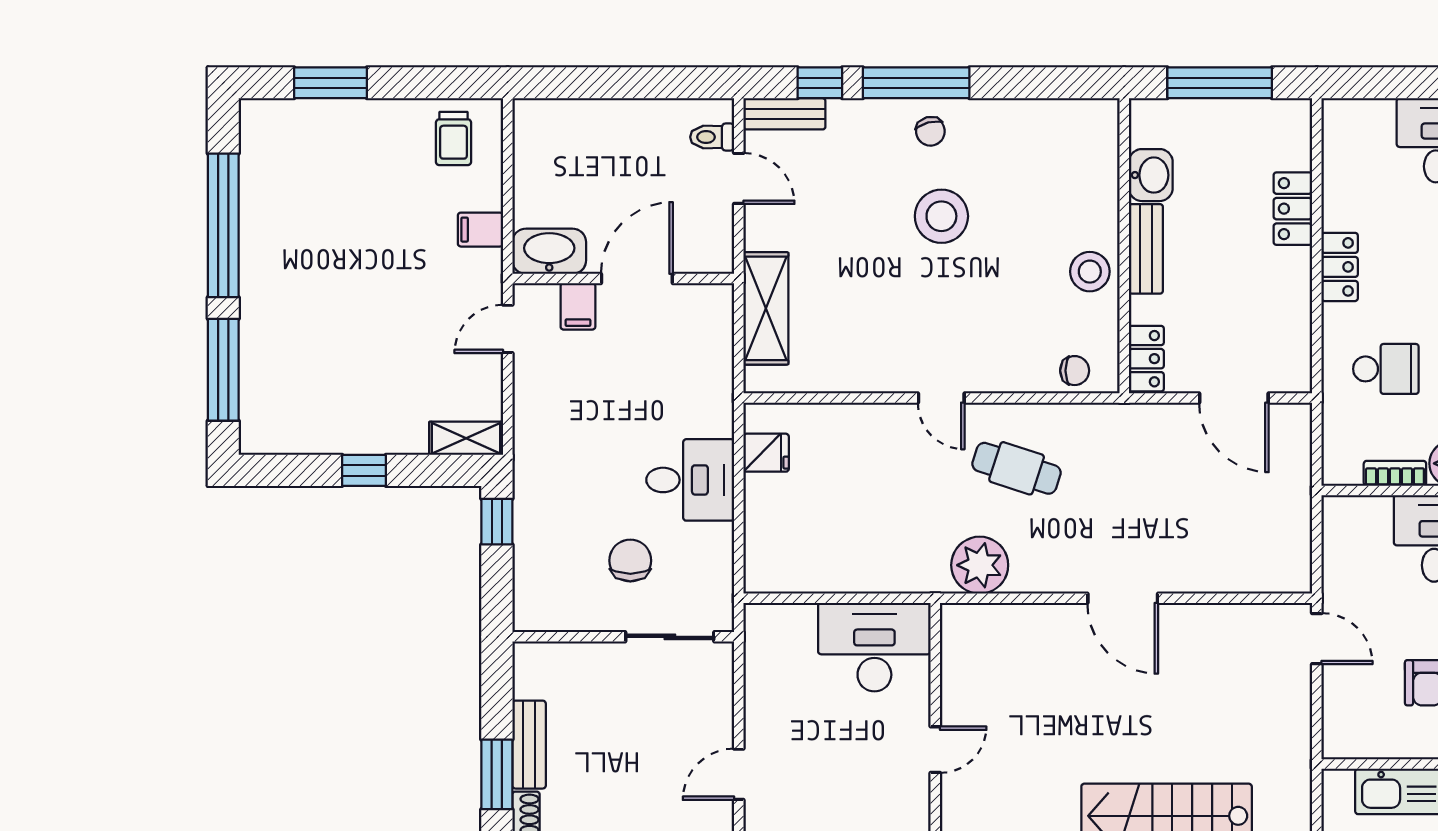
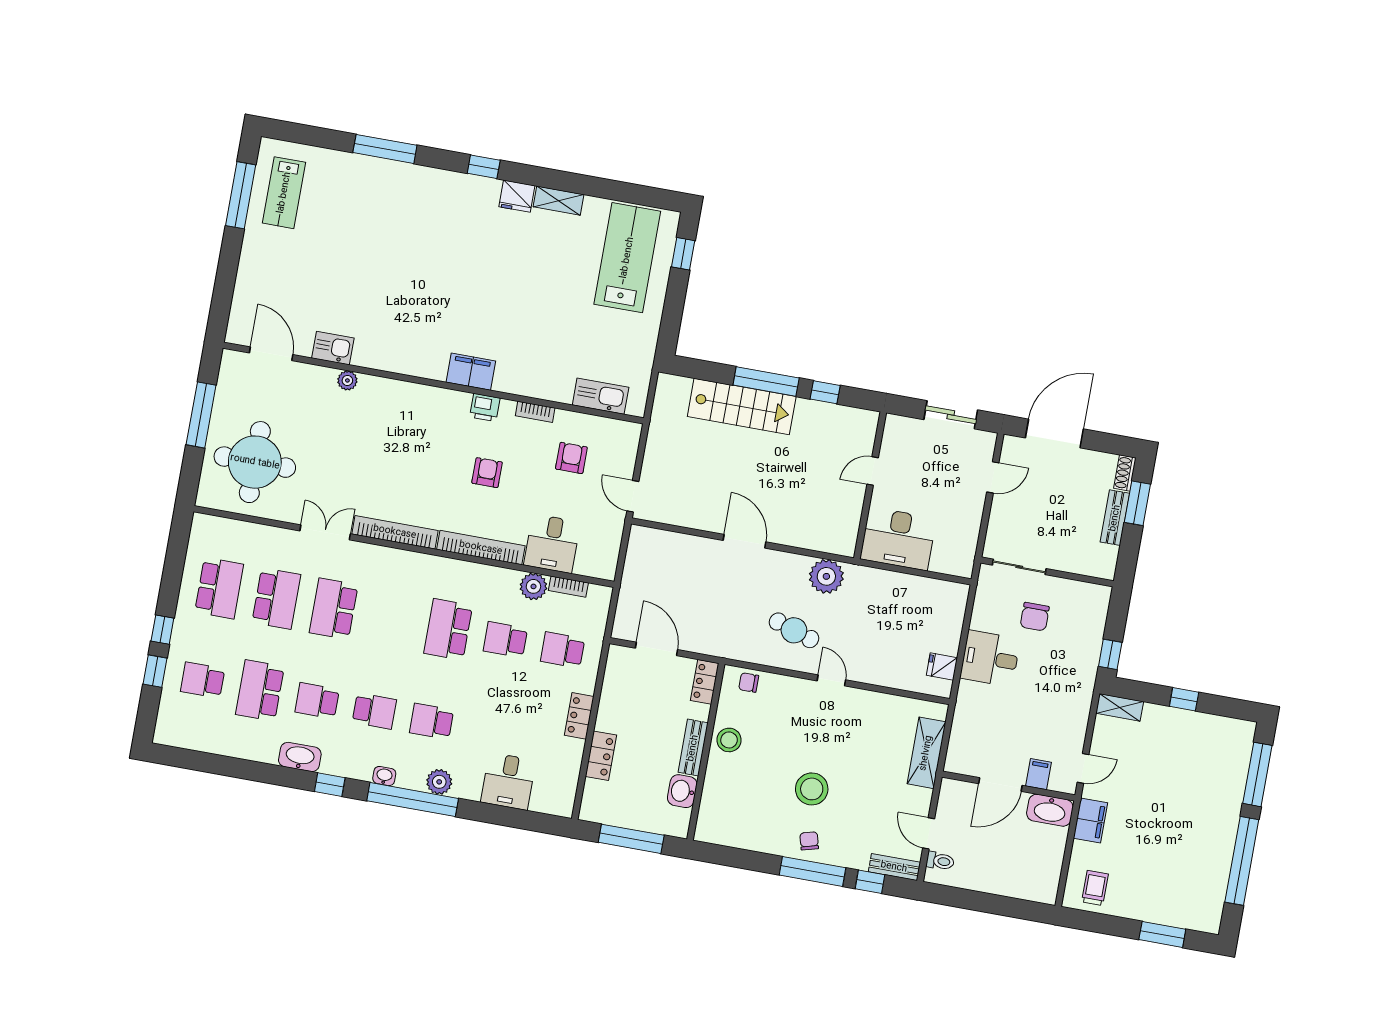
filing cabinet: (480, 230) -> (1090, 820), width x2.00

